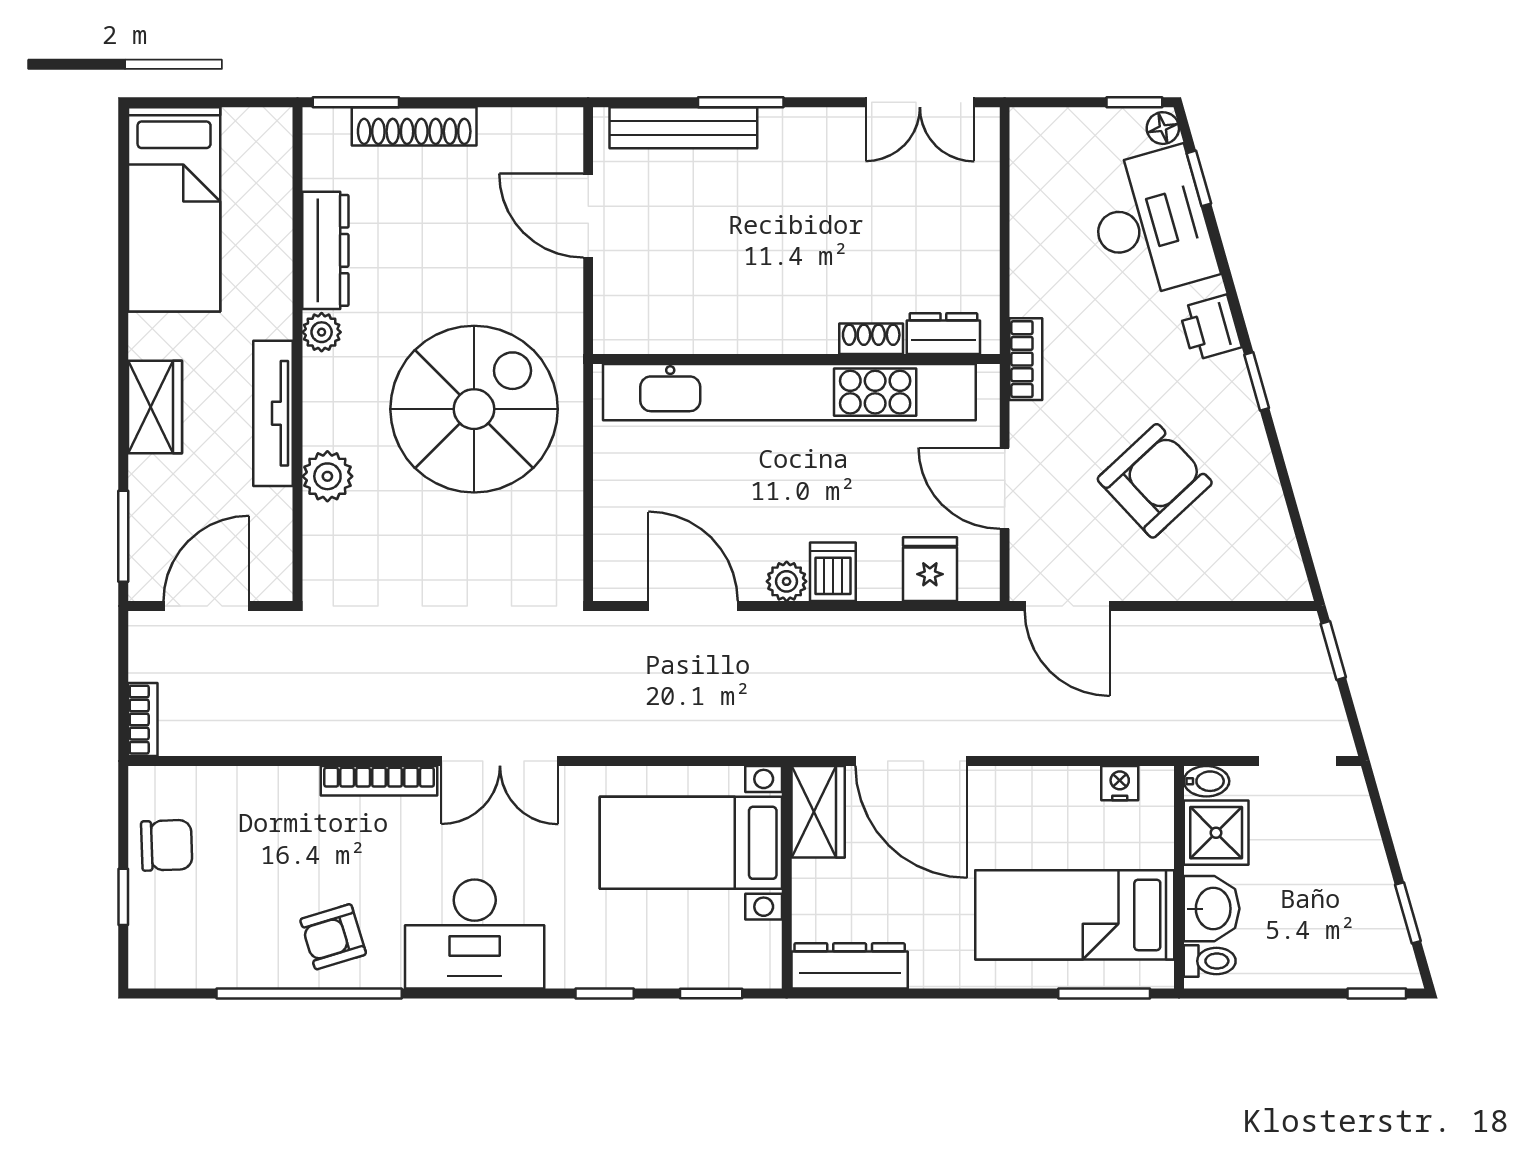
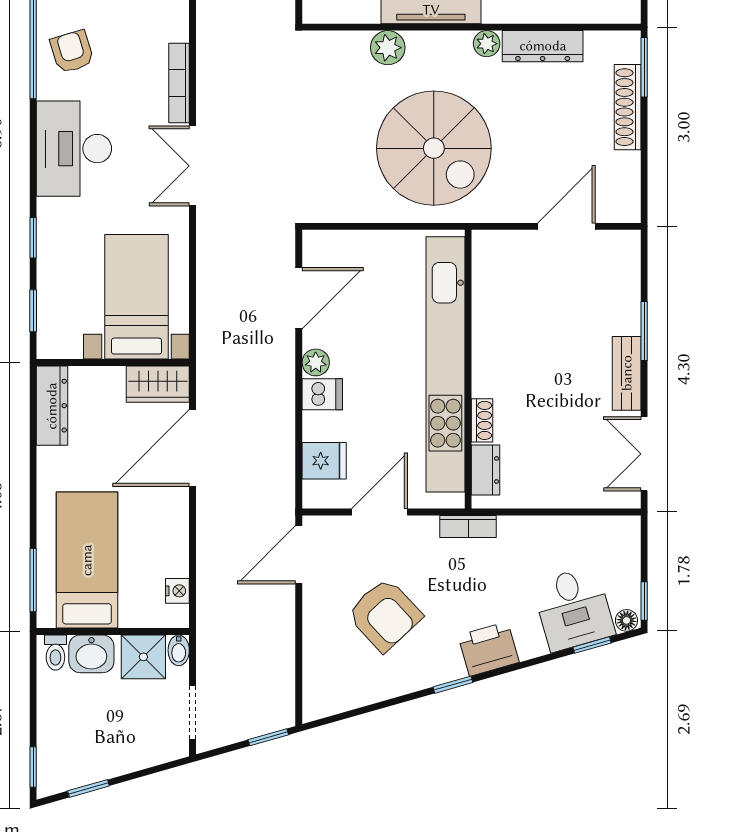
bench: (683, 128) -> (627, 373), moved, width x0.73
desk: (1151, 223) -> (574, 609), width x0.73
printer: (1210, 328) -> (489, 649), width x1.36, depth x1.24

